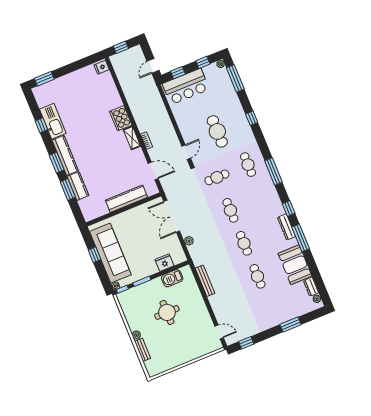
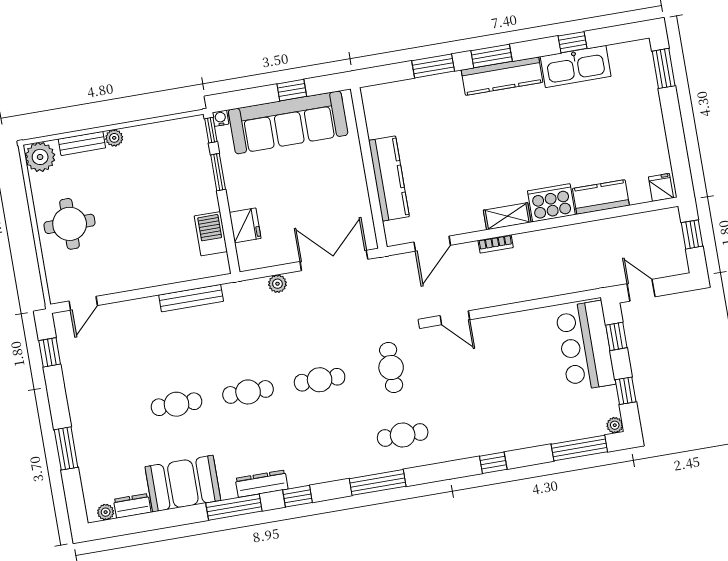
cafe table: (217, 131) -> (482, 389), removed
kitchen counter: (78, 186) -> (601, 197), moved, turned 180
round table: (167, 312) -> (70, 224), moved
plant: (154, 368) -> (40, 157), added

